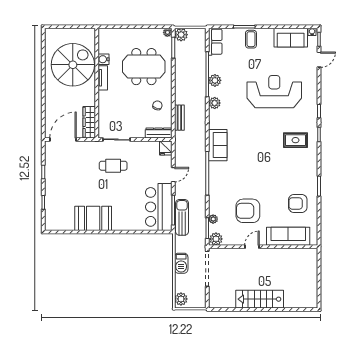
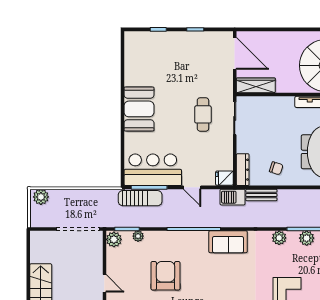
armchair: (248, 211) -> (166, 276), moved
booth: (93, 218) -> (139, 109), moved
barbecue: (181, 263) -> (233, 197), moved

